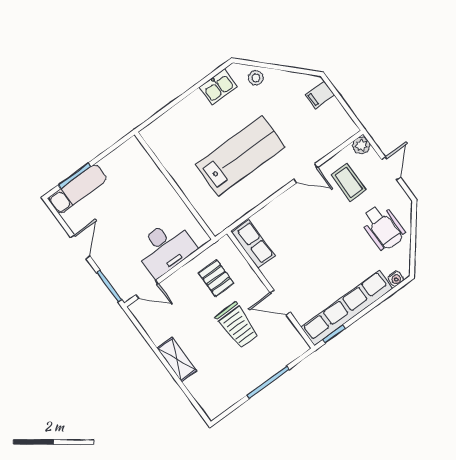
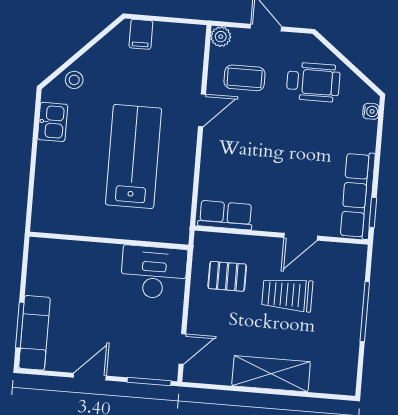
door: (80, 247) -> (90, 377), hinge flipped
desk: (165, 248) -> (154, 272), moved, turned -90
row of seats: (347, 308) -> (358, 195), width x0.73
trolley: (237, 325) -> (287, 295), turned 180
shelving: (177, 359) -> (271, 374), width x1.50, depth x1.33

